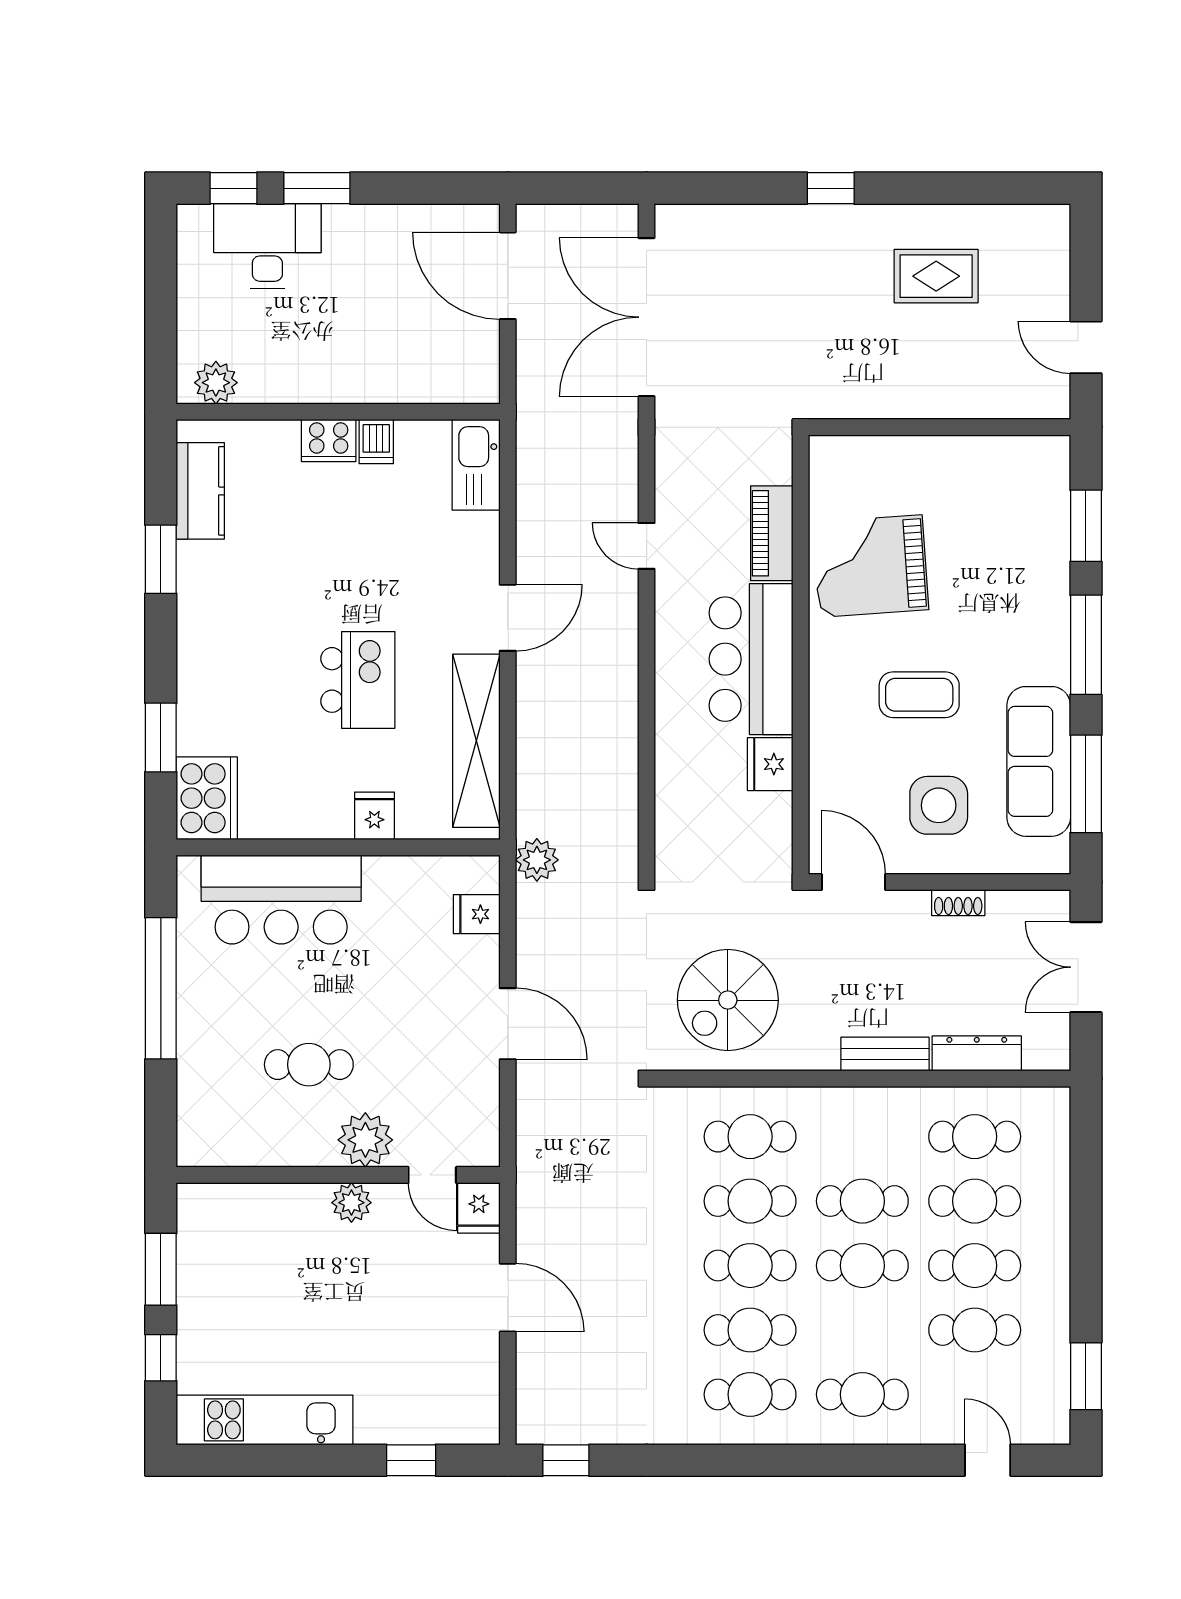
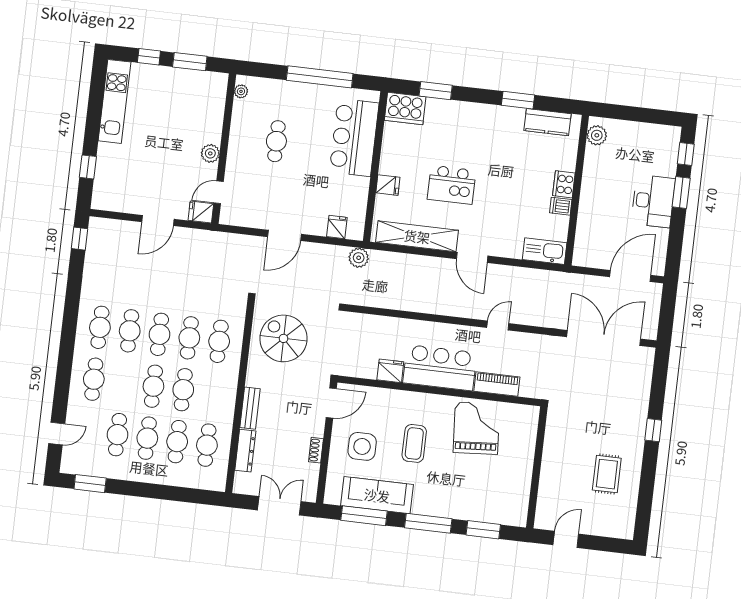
desk: (267, 246) -> (653, 201), moved
plant: (365, 1140) -> (241, 91), moved, width x0.53, depth x0.53

